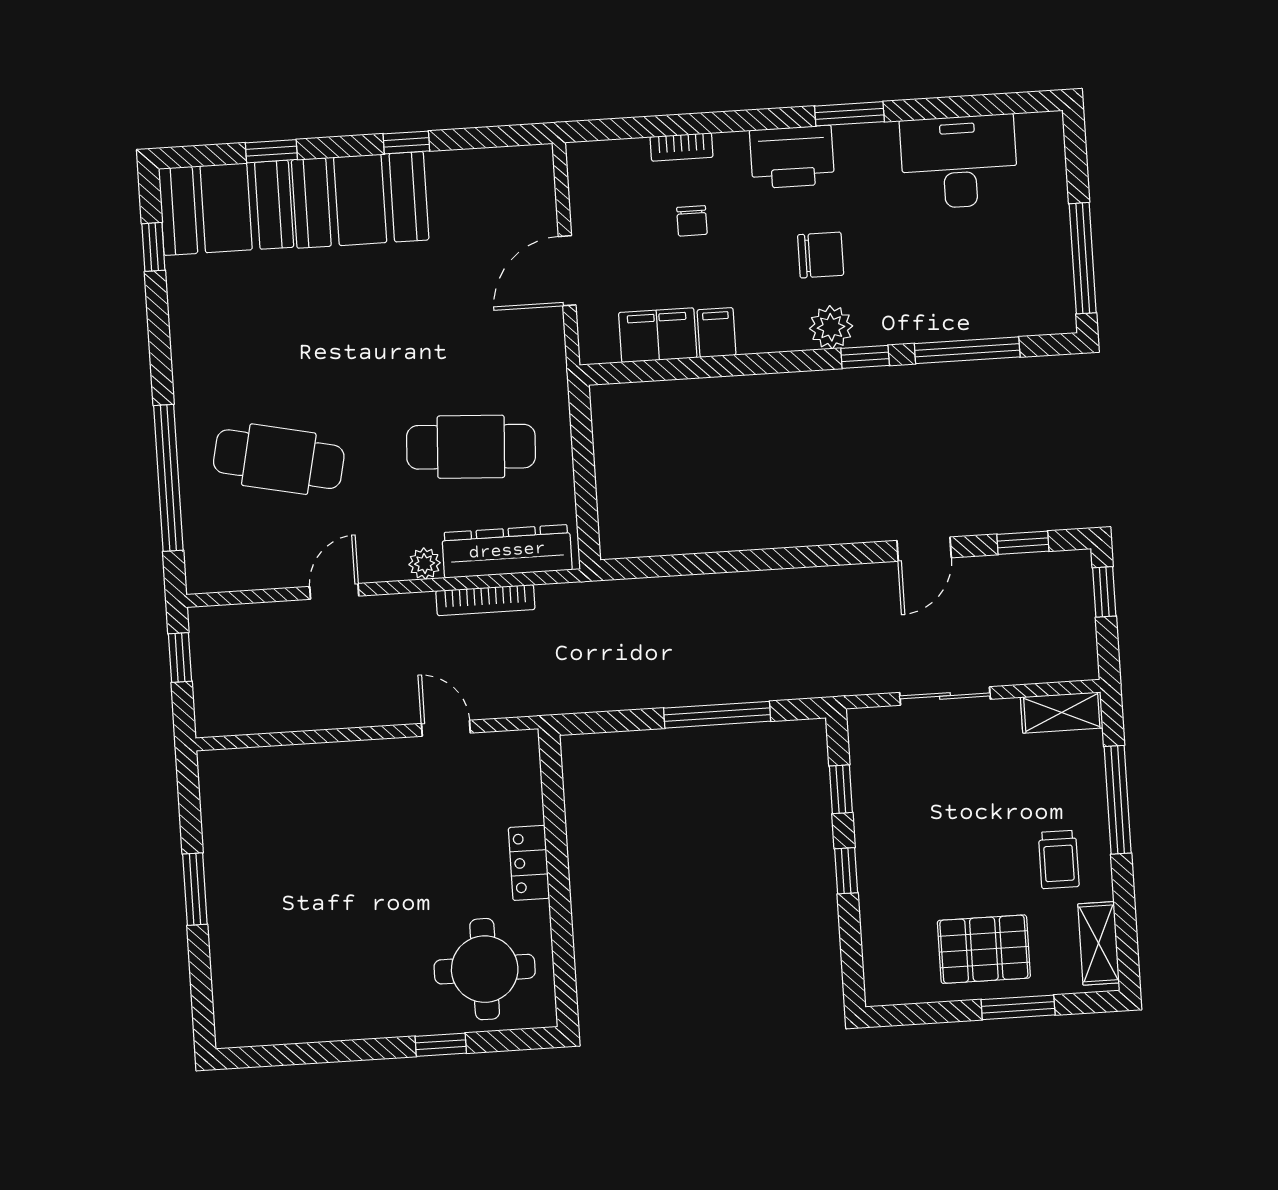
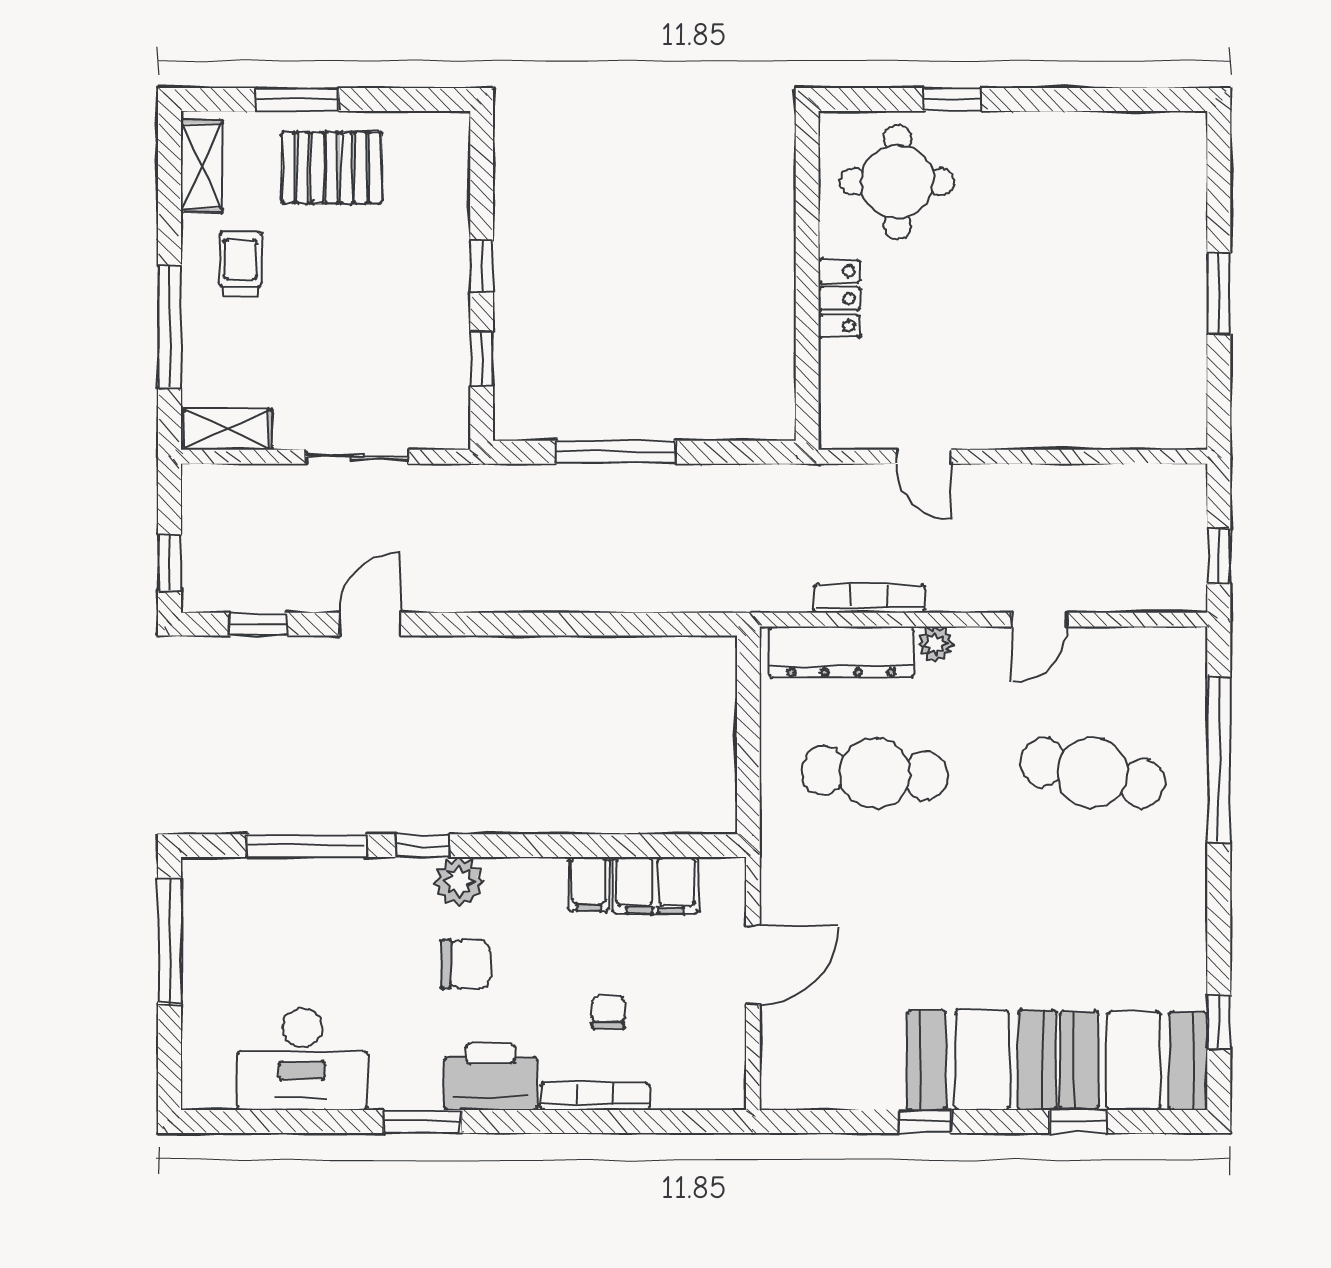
bookcase: (682, 147) -> (595, 1096), width x1.56
chair: (821, 255) -> (465, 964), turned 180

